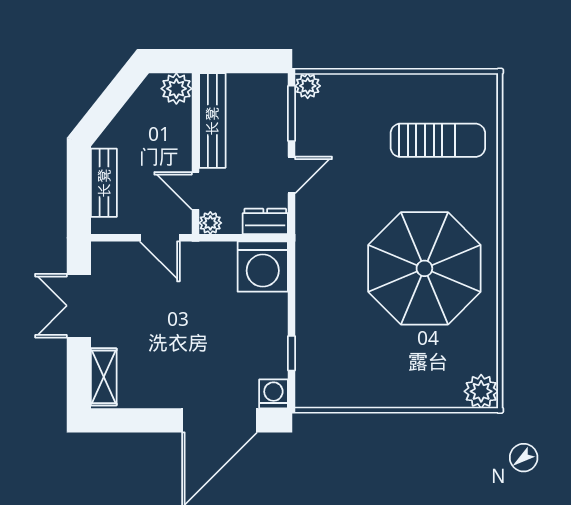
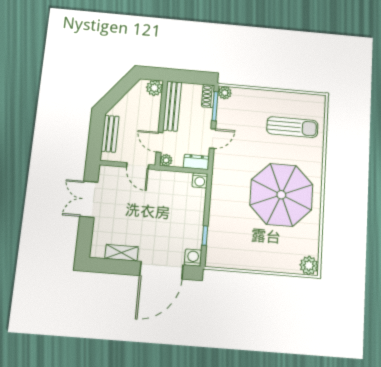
shoe rack: (277, 95) -> (208, 96), added
washing machine: (263, 266) -> (200, 180), width x0.53, depth x0.53
shelving: (104, 377) -> (122, 253), moved, turned 90

